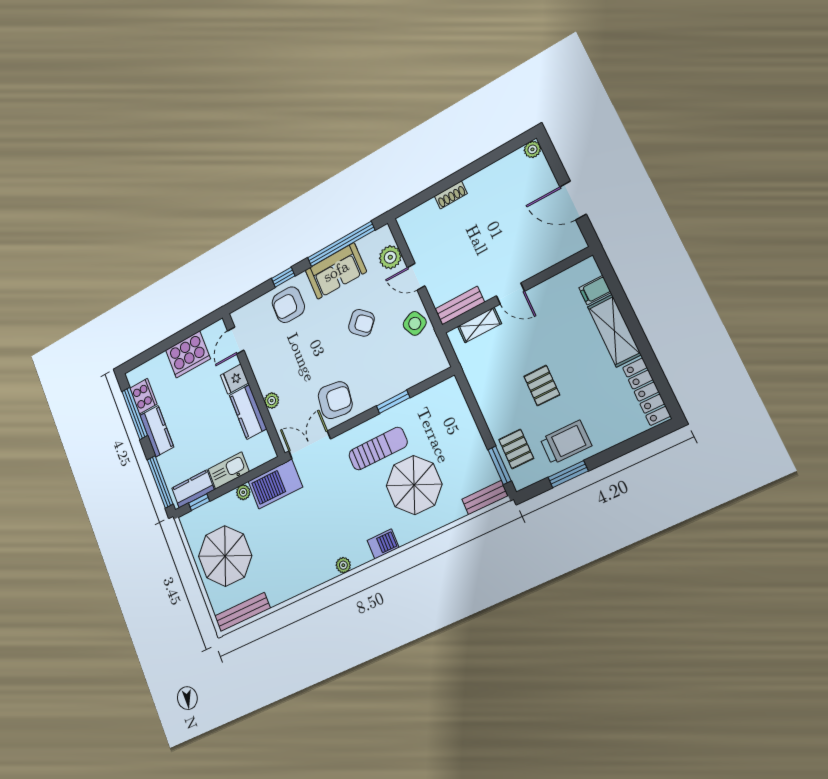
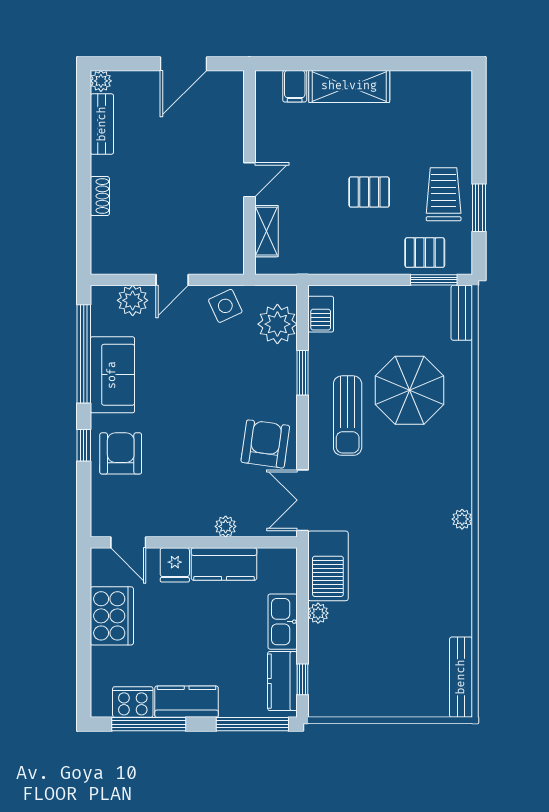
armchair: (288, 305) -> (121, 453), turned 180
bench: (460, 306) -> (102, 124), moved
armchair: (361, 323) -> (191, 370), removed
plant: (418, 367) -> (277, 324), added
locker: (646, 392) -> (431, 83), removed
sun lounger: (378, 449) -> (348, 416), turned 180
barbecue: (383, 544) -> (321, 314), moved, turned 180
parasol: (225, 556) -> (384, 672), removed

